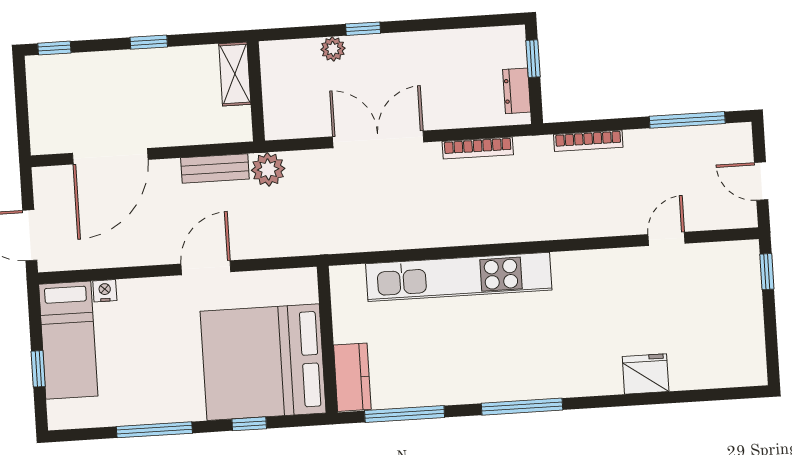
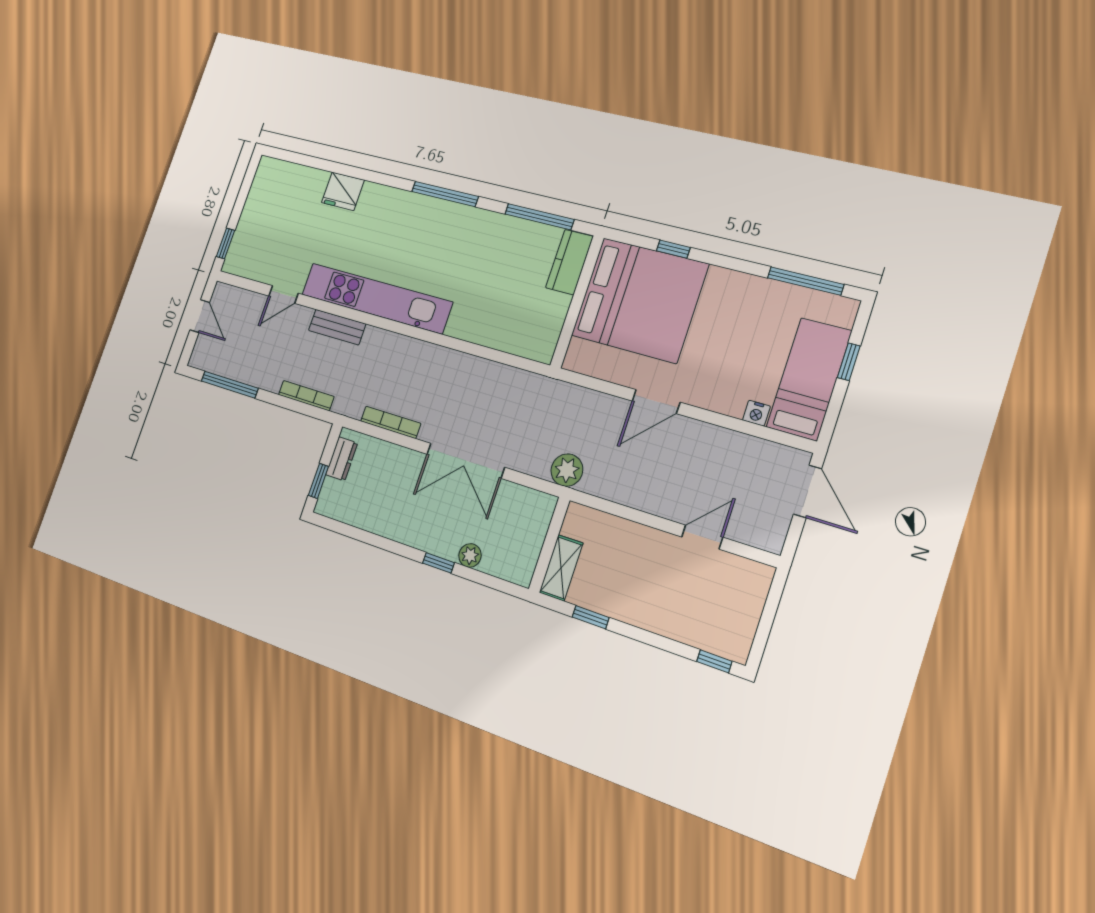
window: (149, 42) -> (591, 617), moved
door: (110, 156) -> (702, 537), width x0.53
bench: (215, 168) -> (337, 327), moved
kitchen unit: (459, 277) -> (376, 298), moved
window: (154, 430) -> (806, 281), moved

